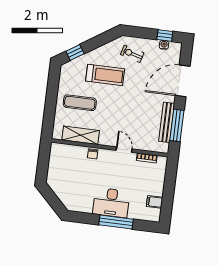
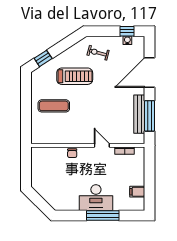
shelving: (81, 135) -> (59, 137), removed

